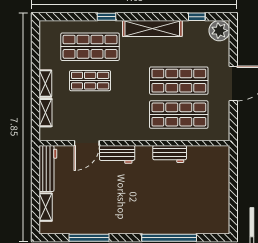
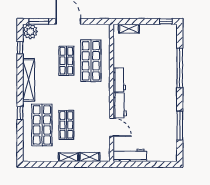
window: (233, 43) -> (39, 21), added
shop shelf: (179, 81) -> (66, 61), width x0.70, depth x0.74
workbench: (170, 154) -> (119, 80), moved
shelving: (46, 207) -> (129, 29), moved
window: (233, 218) -> (166, 21), added

